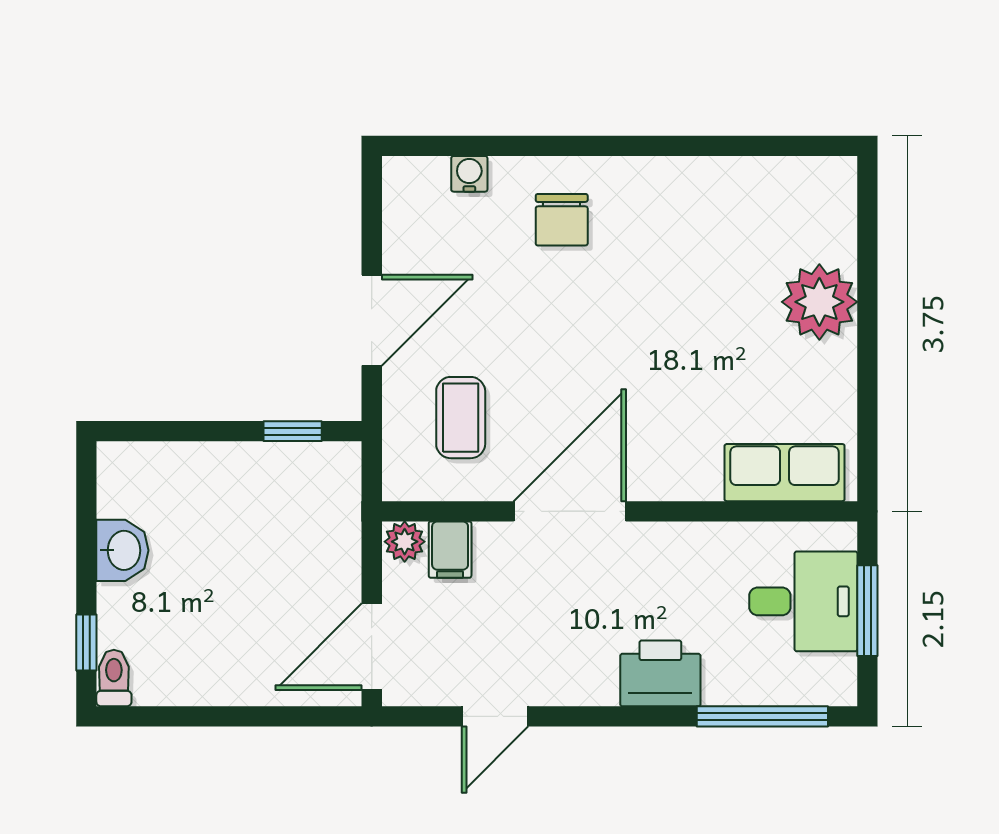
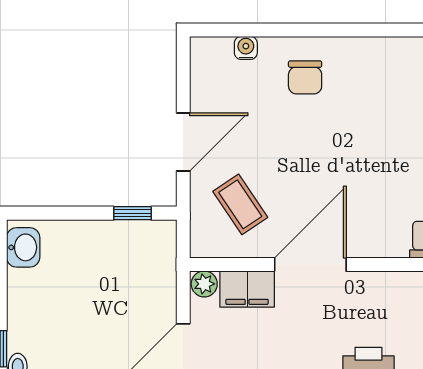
coffee table: (461, 418) -> (240, 204), turned -34
washbasin: (122, 550) -> (23, 247), moved
filing cabinet: (450, 550) -> (247, 289), width x2.00

